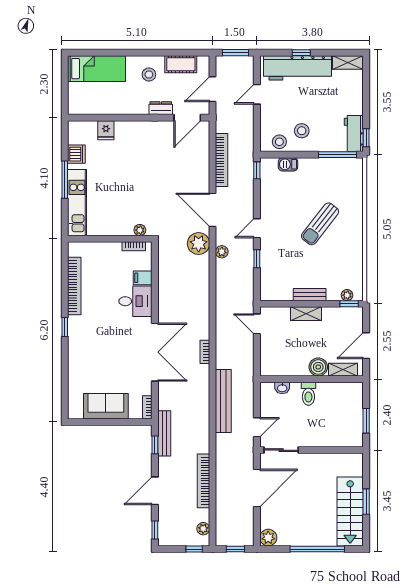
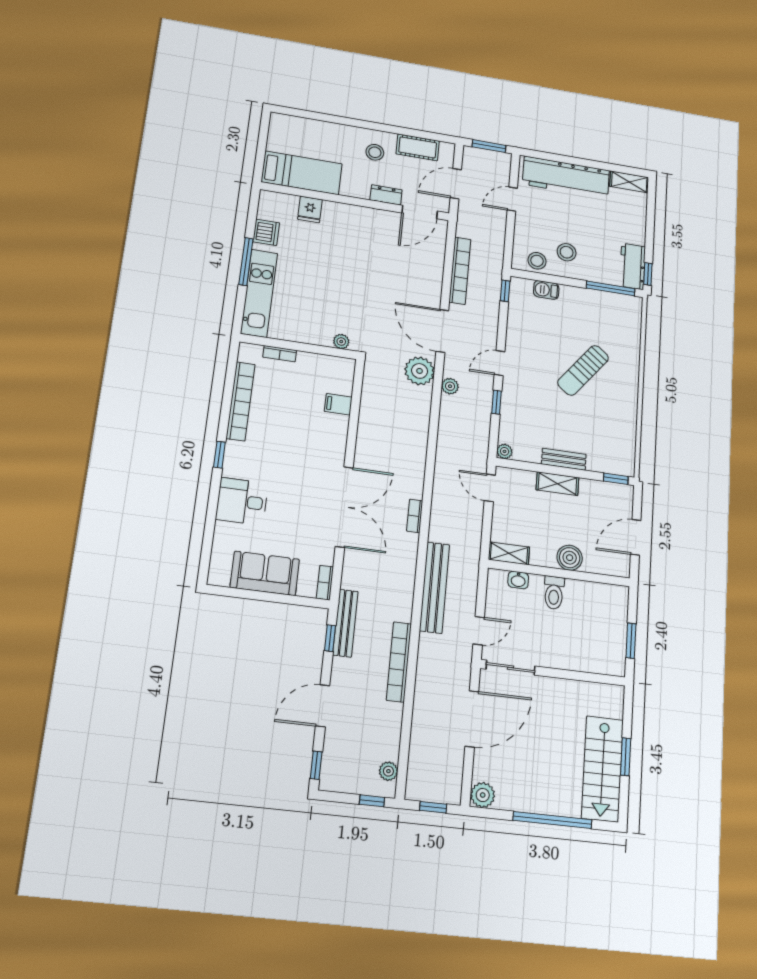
window: (301, 53) -> (572, 160), removed
bed: (97, 69) -> (302, 173), moved
bookcase: (134, 246) -> (280, 354), moved
plant: (347, 295) -> (505, 451), moved
desk: (135, 301) -> (242, 501), moved, turned 180
shelving: (343, 370) -> (509, 553), moved
bookcase: (203, 481) -> (399, 662), moved

